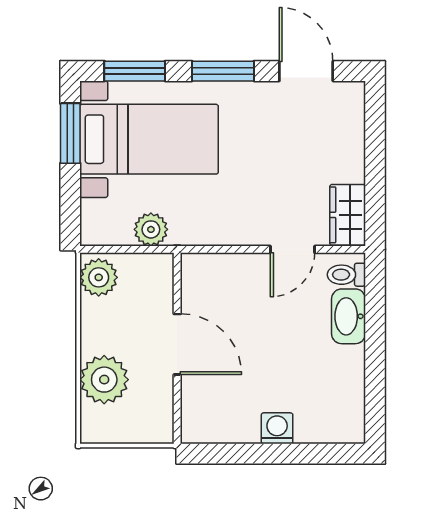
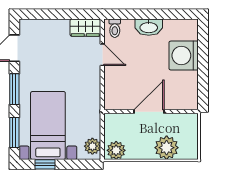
window: (70, 133) -> (45, 164), width x0.67
plant: (151, 229) -> (92, 146), moved
washbasin: (348, 316) -> (149, 27), moved
washing machine: (277, 428) -> (184, 56), width x1.89, depth x1.89

